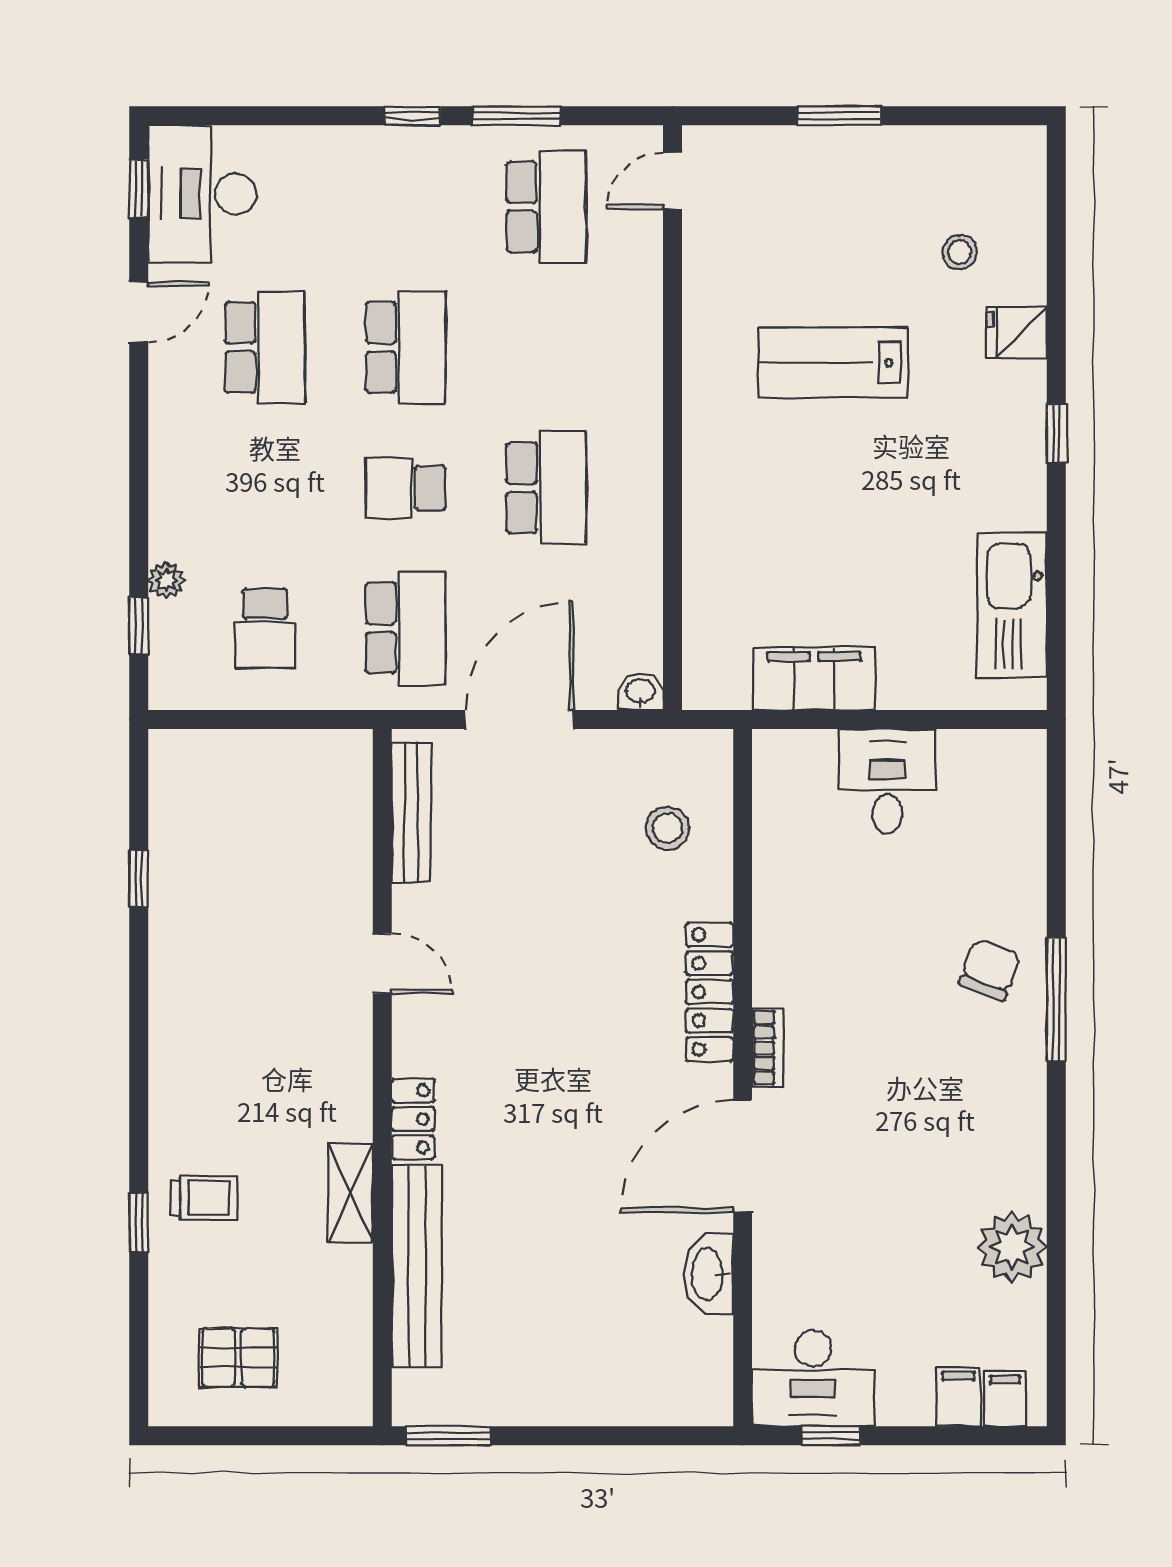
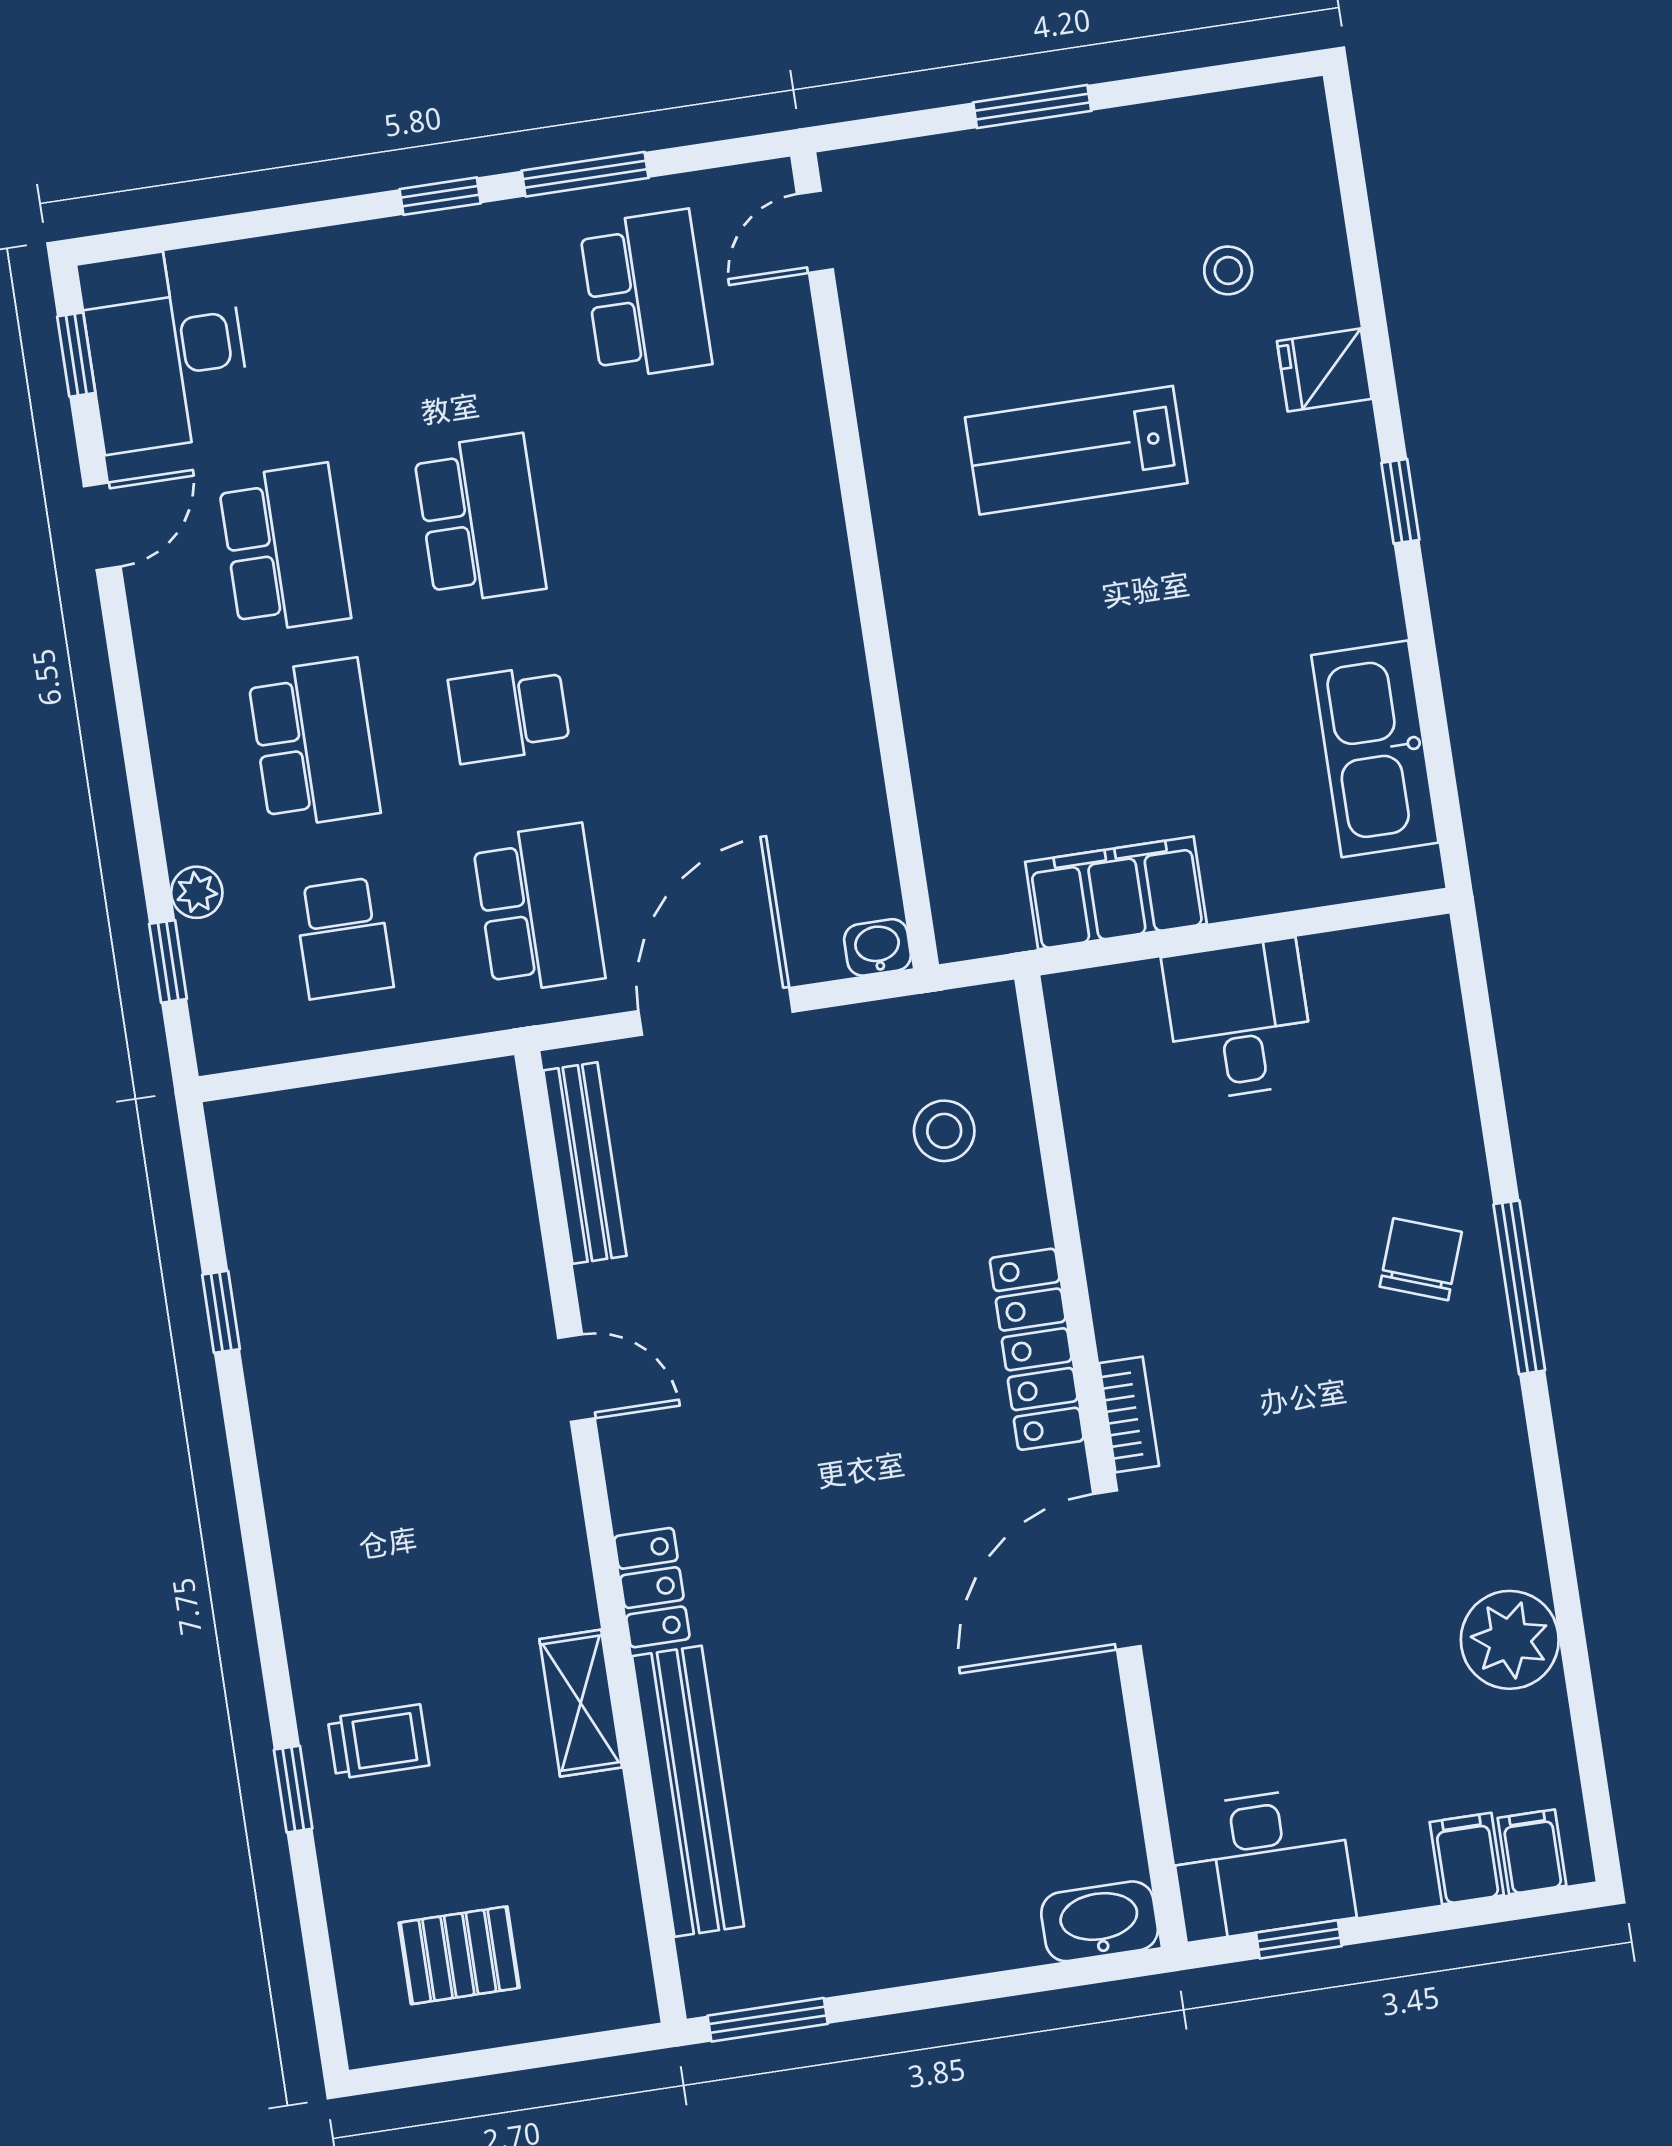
school desk: (546, 488) -> (314, 743), moved
washbasin: (709, 1274) -> (1100, 1921), moved, turned 90

